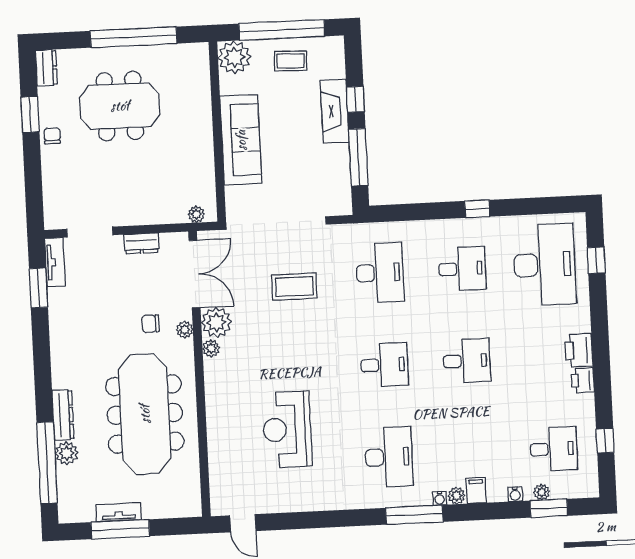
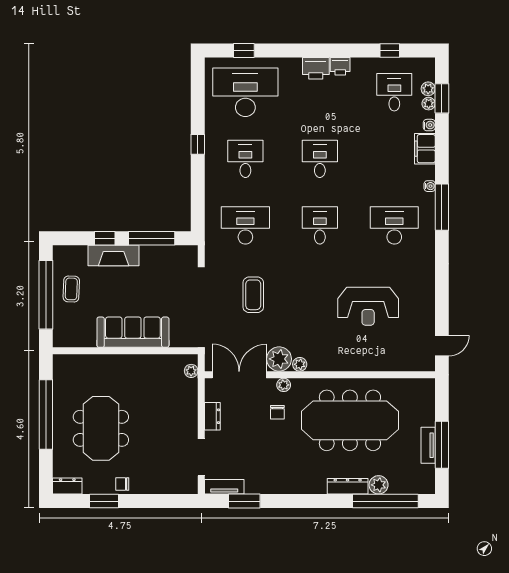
plant: (234, 57) -> (66, 334), removed
filing cabinet: (476, 491) -> (425, 149), width x2.00
plant: (457, 496) -> (428, 89), moved

